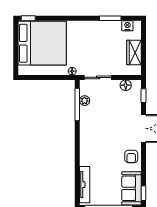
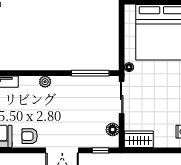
wardrobe: (134, 53) -> (139, 139), moved
plant: (85, 101) -> (45, 82), moved

